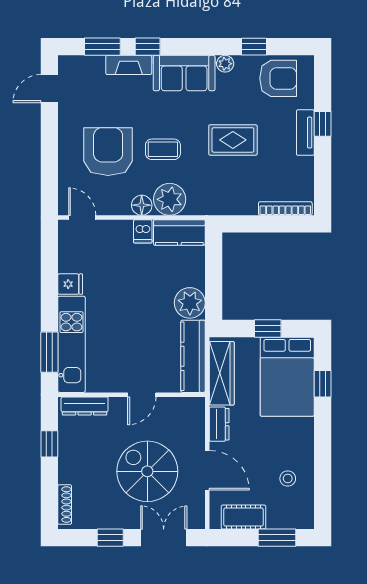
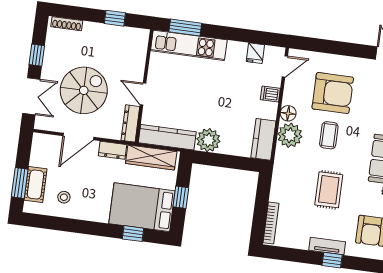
dishwasher: (143, 231) -> (270, 94), moved
fridge: (70, 284) -> (255, 53), moved
dresser: (85, 406) -> (130, 123), moved
cot: (243, 517) -> (36, 185), moved

